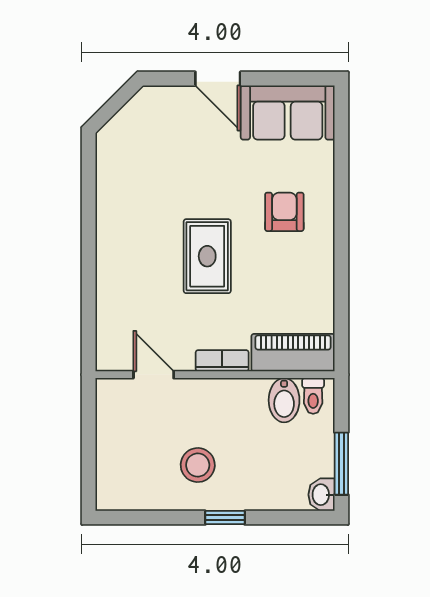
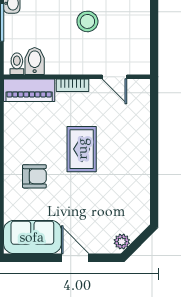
plant: (142, 105) -> (122, 242), added
armchair: (284, 212) -> (34, 176), turned -90

